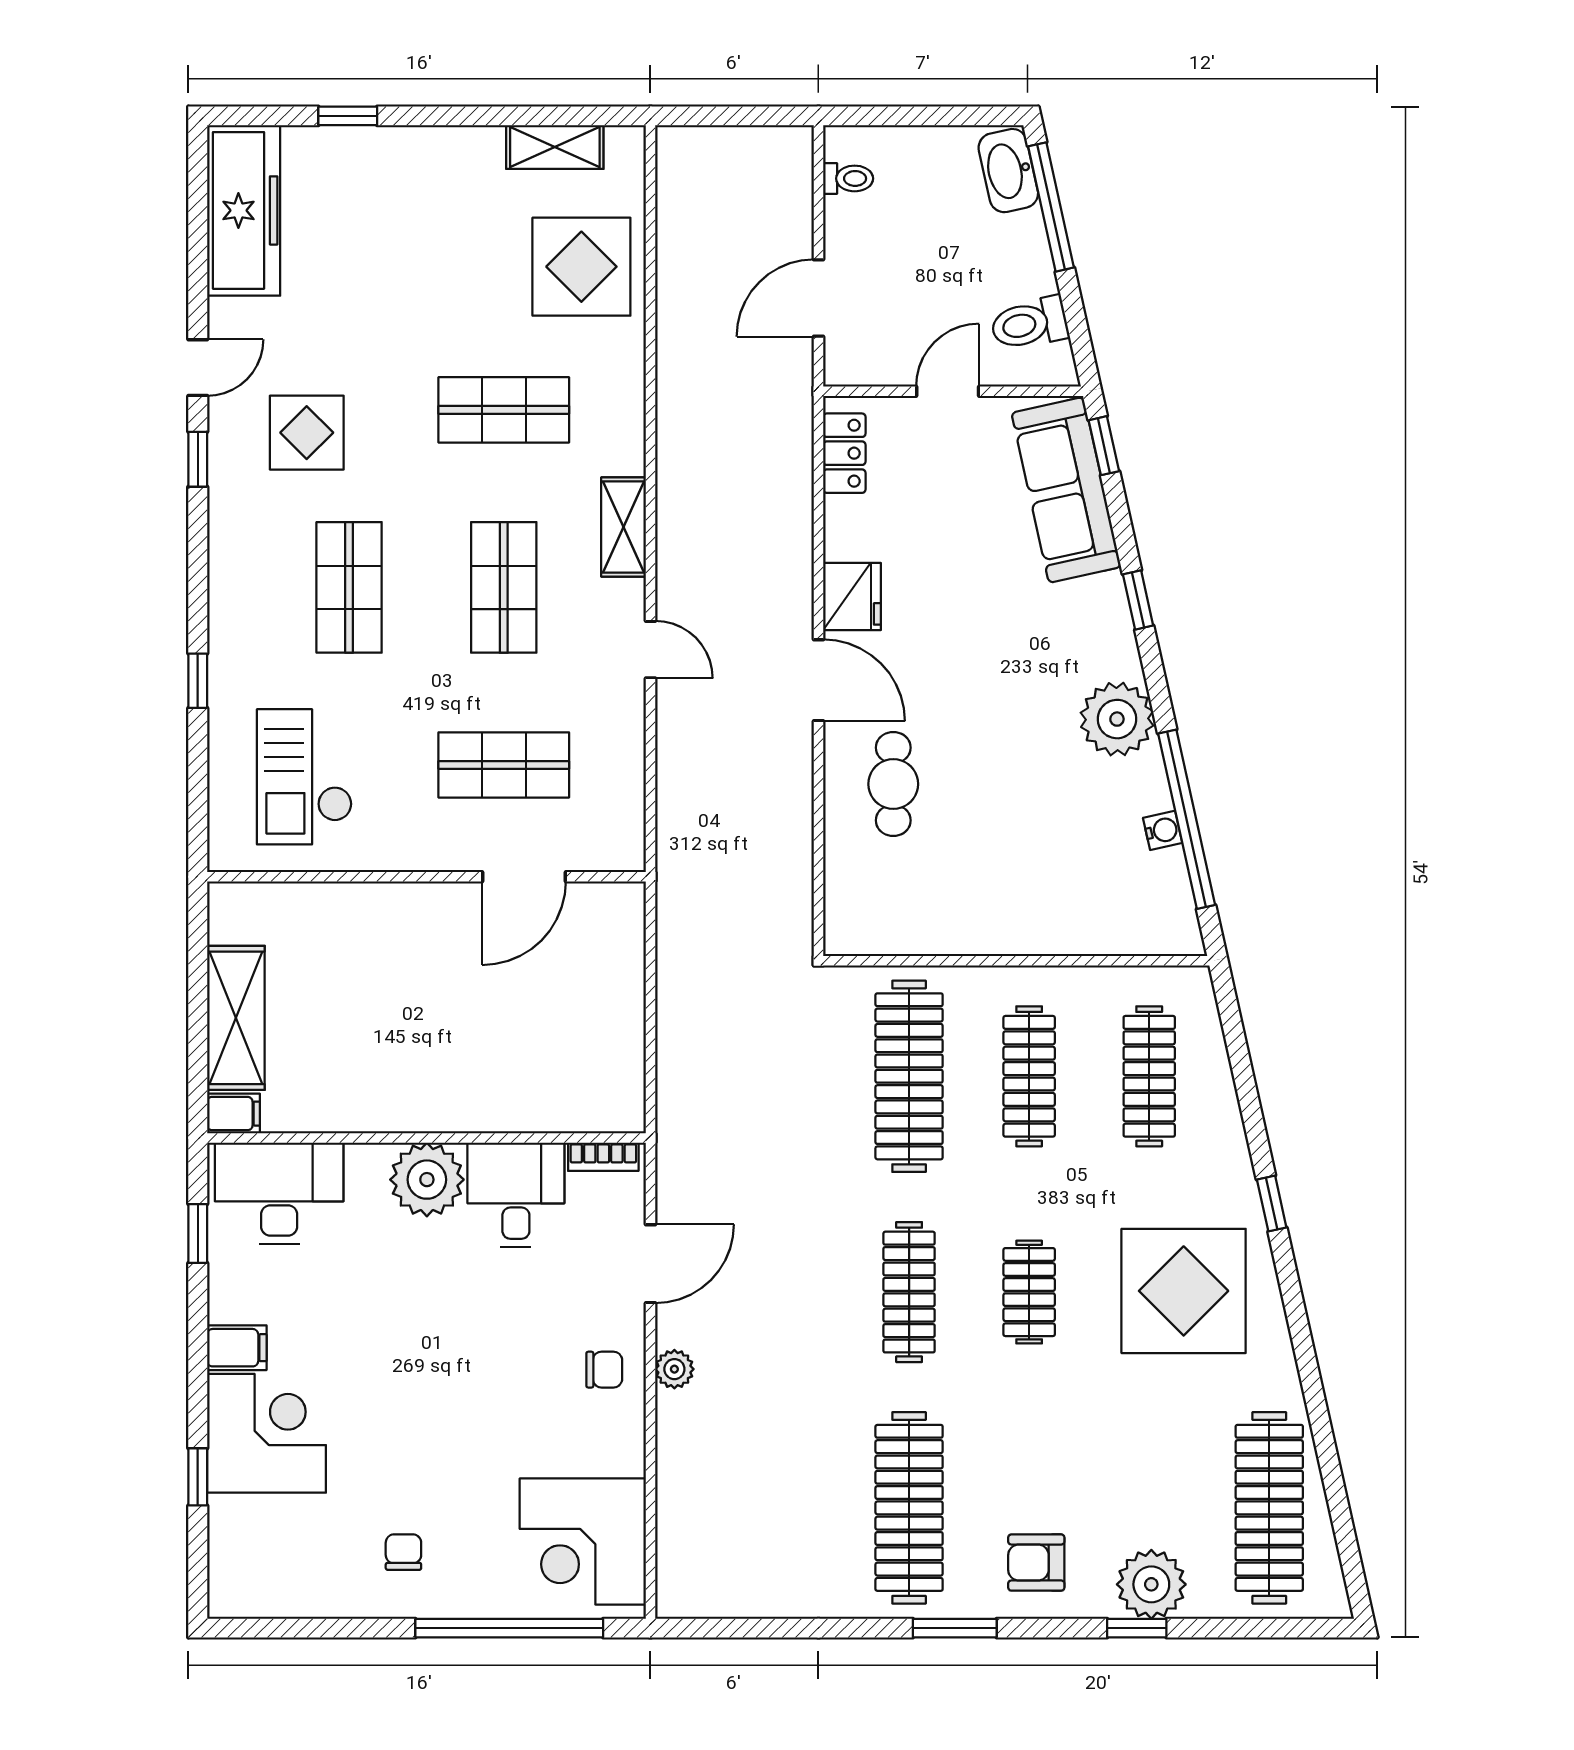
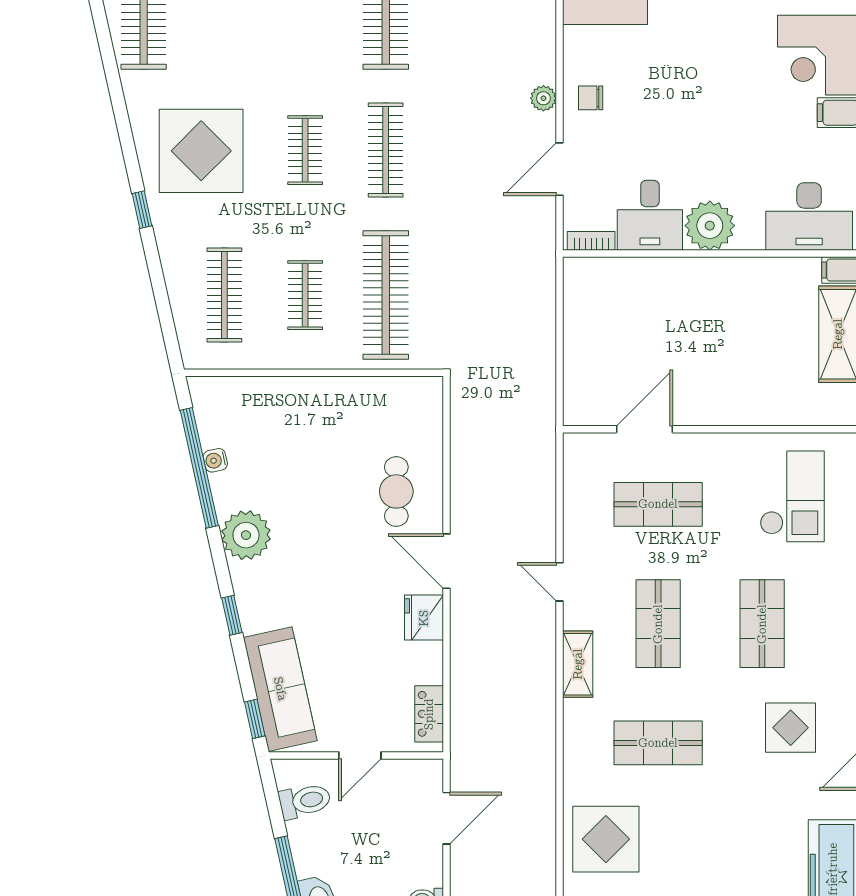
clothes rail: (1029, 1076) -> (305, 295), width x0.73

